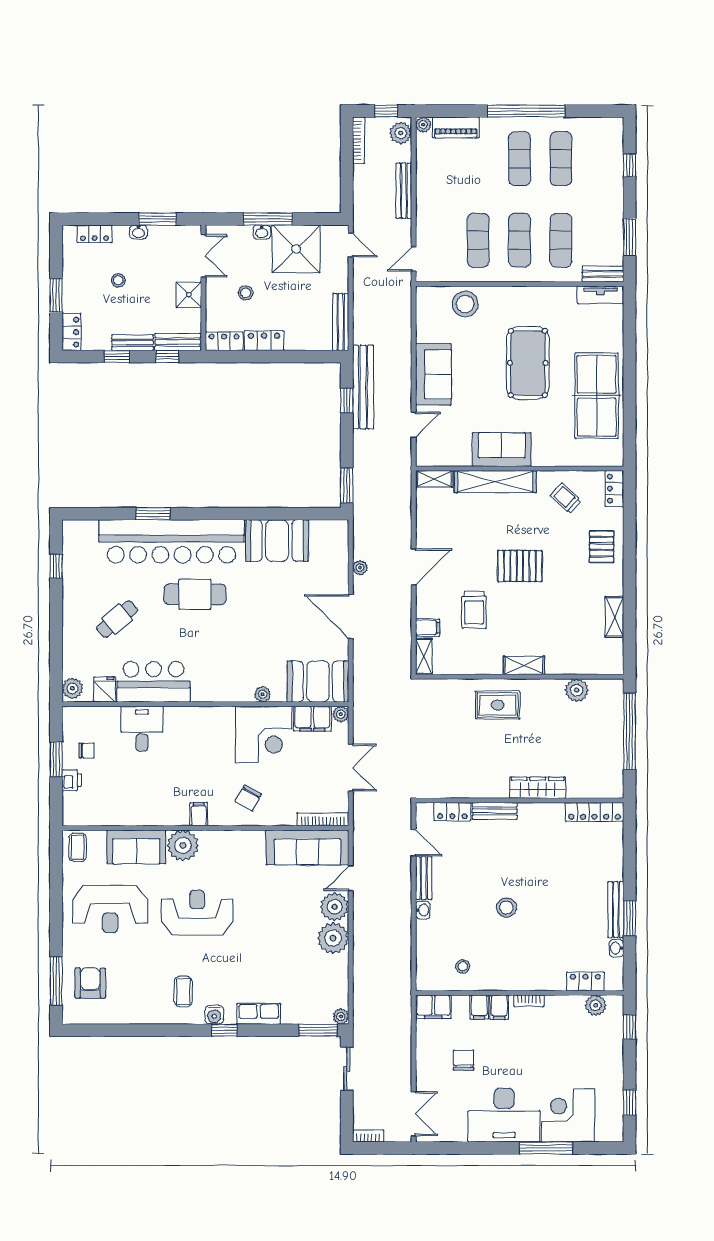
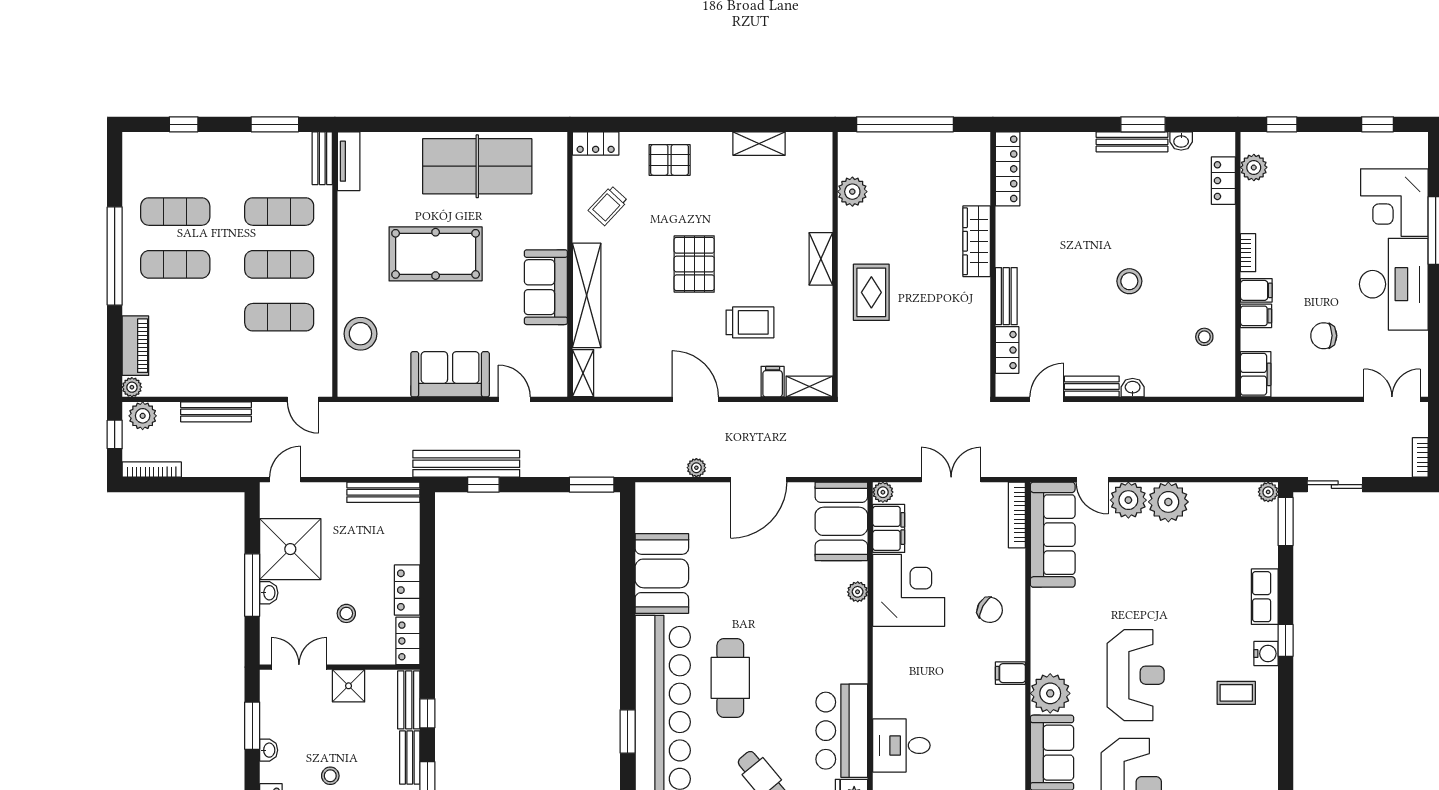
reception desk: (197, 912) -> (1136, 675), turned 180

